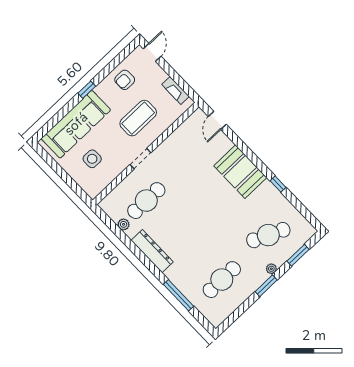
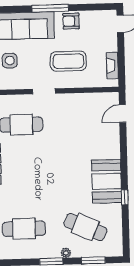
armchair: (125, 80) -> (71, 21), moved
window: (87, 90) -> (50, 8), width x2.17
booth: (240, 172) -> (107, 181), moved

